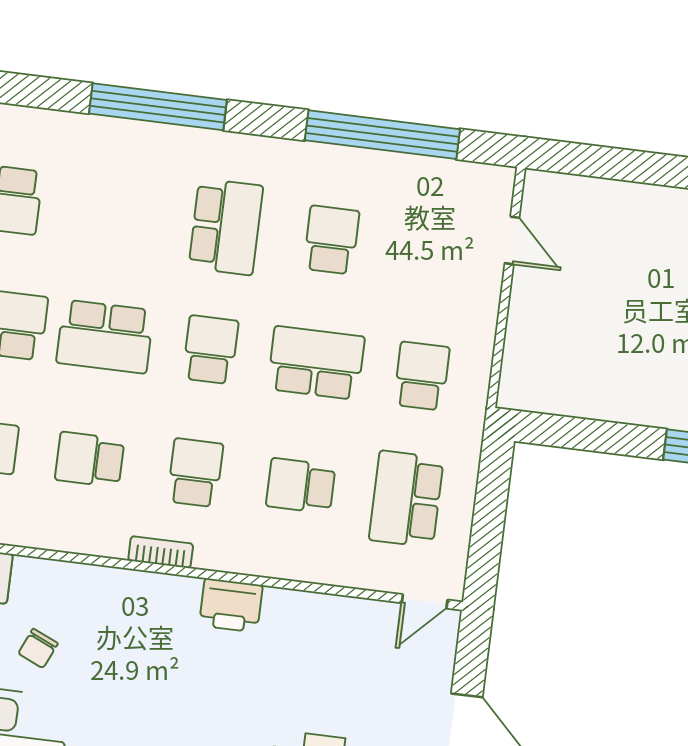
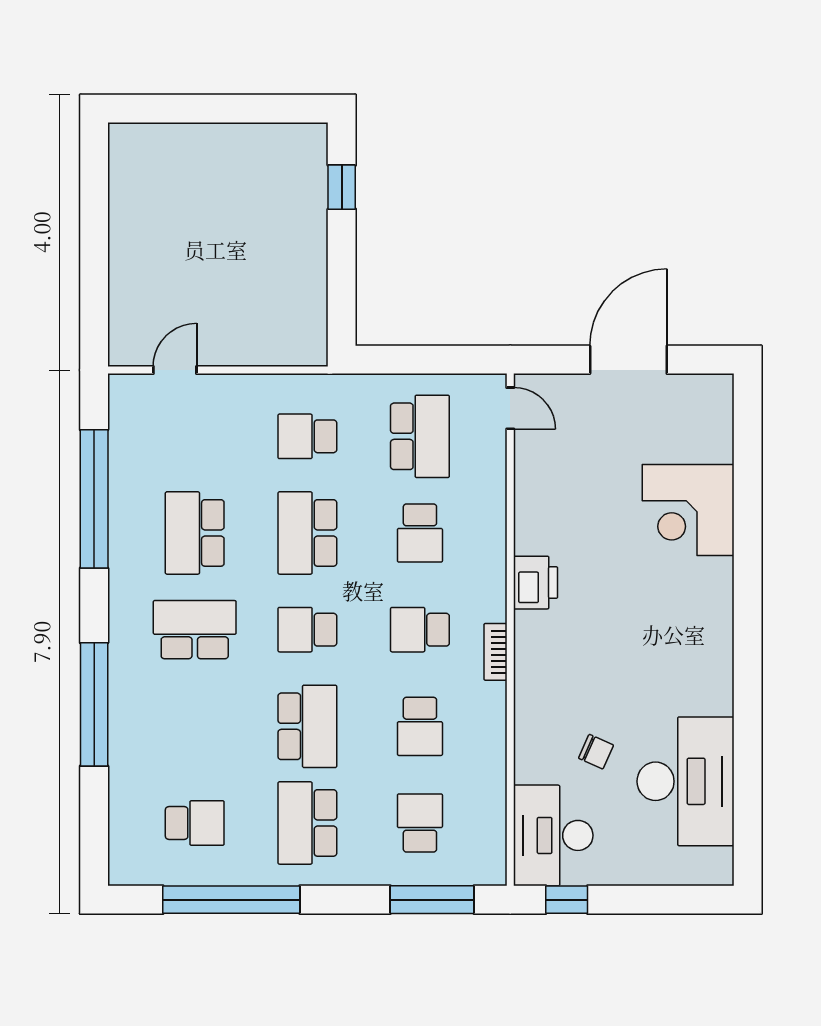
school desk: (331, 240) -> (195, 533), width x1.85
school desk: (406, 499) -> (420, 436), turned -90

